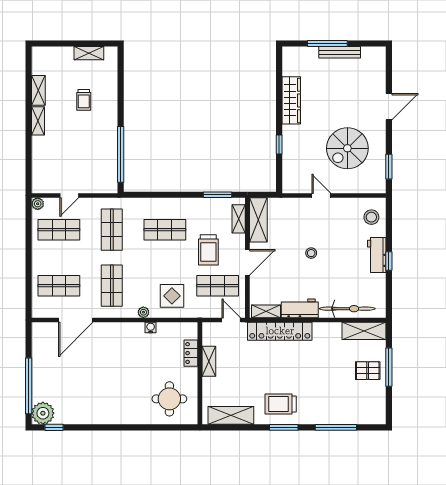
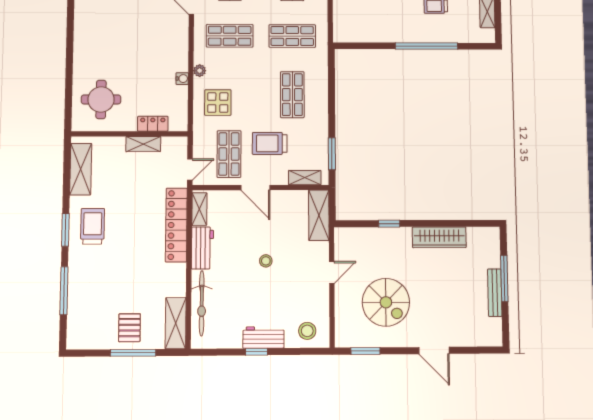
spiral stairs: (347, 148) -> (386, 302), turned 180
window: (121, 154) -> (426, 46), moved
shelving: (258, 220) -> (319, 215), moved, turned 90

